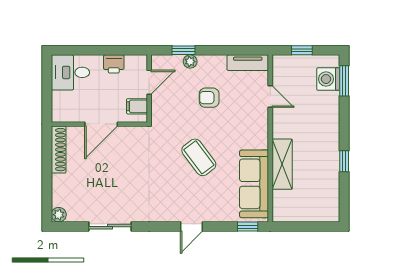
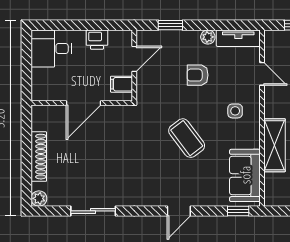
plant: (190, 62) -> (208, 37), moved
side table: (245, 132) -> (235, 111), added
shoe rack: (59, 150) -> (39, 157), moved
sofa: (254, 184) -> (245, 175), width x0.73

